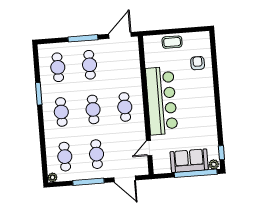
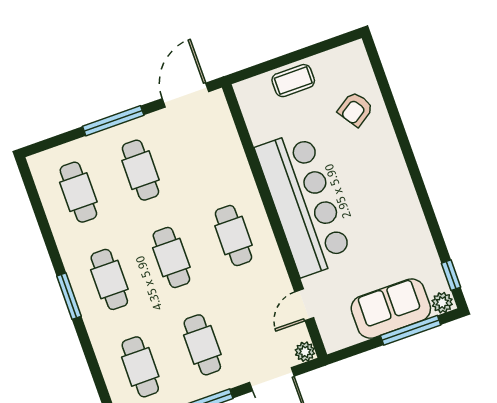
armchair: (198, 63) -> (355, 109), turned -124
window: (39, 94) -> (69, 296), moved
plant: (144, 170) -> (305, 352), added
window: (196, 173) -> (411, 330), width x0.68

